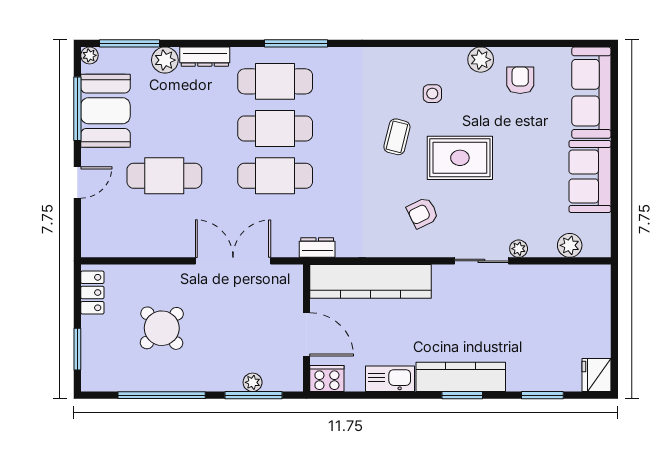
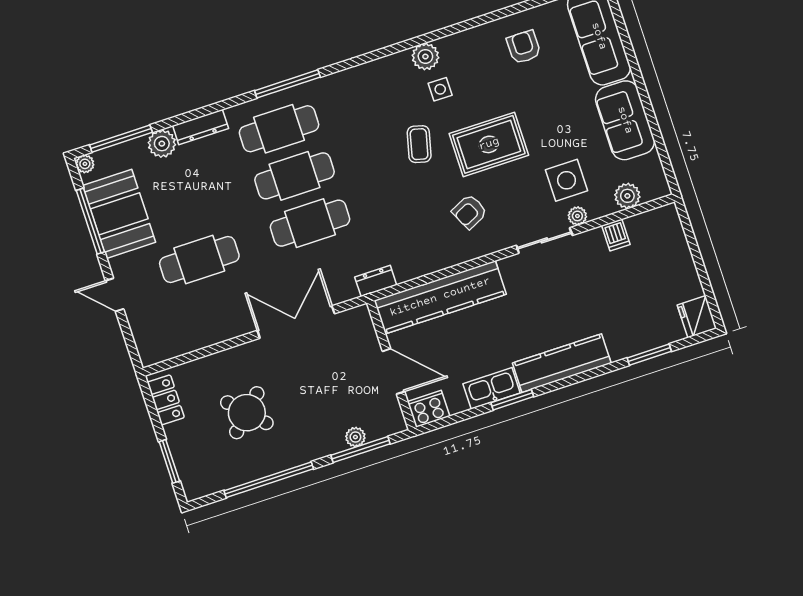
plant: (481, 60) -> (425, 56), moved
door: (77, 182) -> (115, 295), swing flipped
side table: (519, 213) -> (567, 180), added
dishwasher: (548, 277) -> (616, 235), added
window: (462, 395) -> (512, 400), moved

